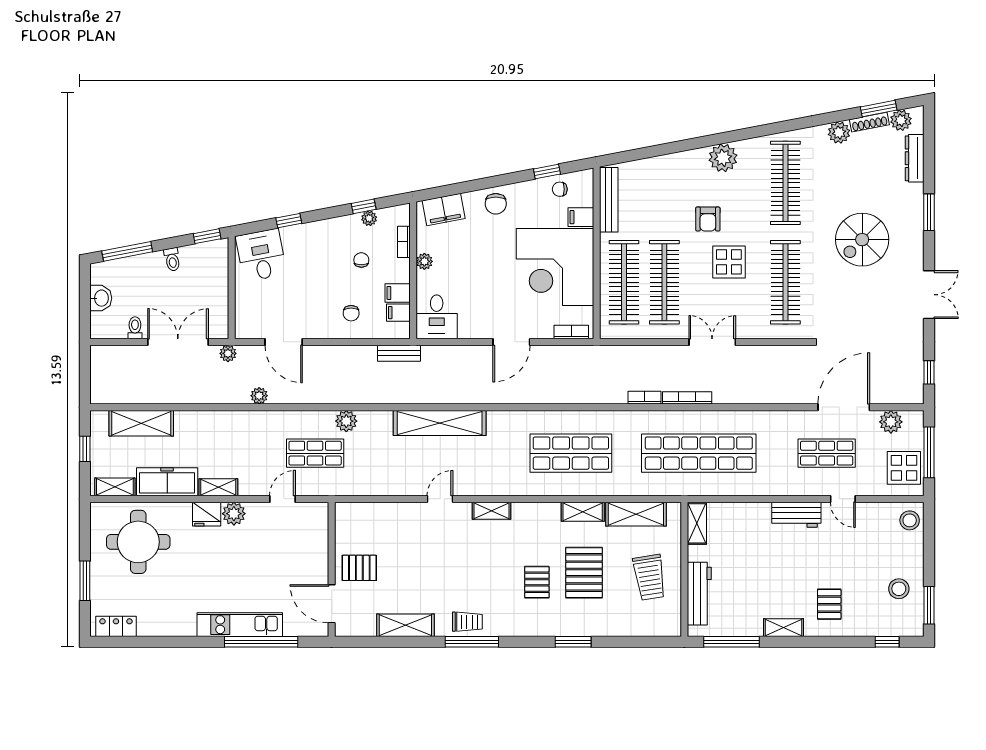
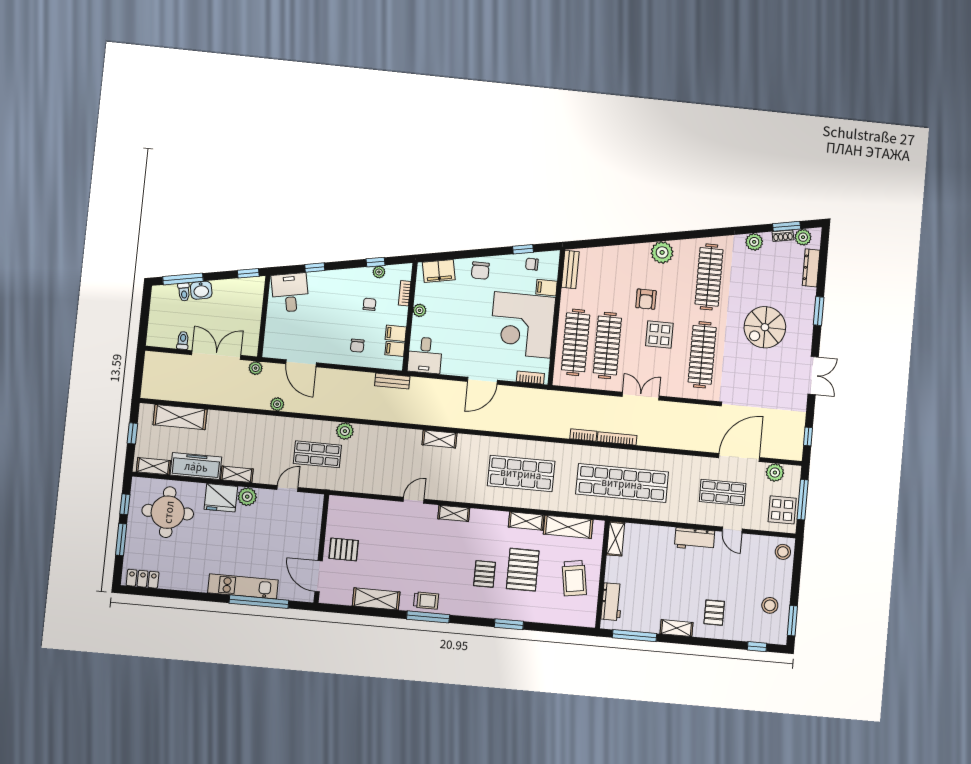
shoe rack: (869, 122) -> (783, 236), width x0.70
bench: (609, 200) -> (570, 269), width x0.73
toilet: (172, 259) -> (184, 292), moved
washbasin: (101, 298) -> (201, 290), moved, turned 79
shelving: (440, 423) -> (439, 439), width x0.45, depth x0.75
fridge: (207, 514) -> (221, 498), width x1.36, depth x1.34
window: (85, 537) -> (125, 504), added
workbench: (699, 594) -> (612, 602), width x0.73

